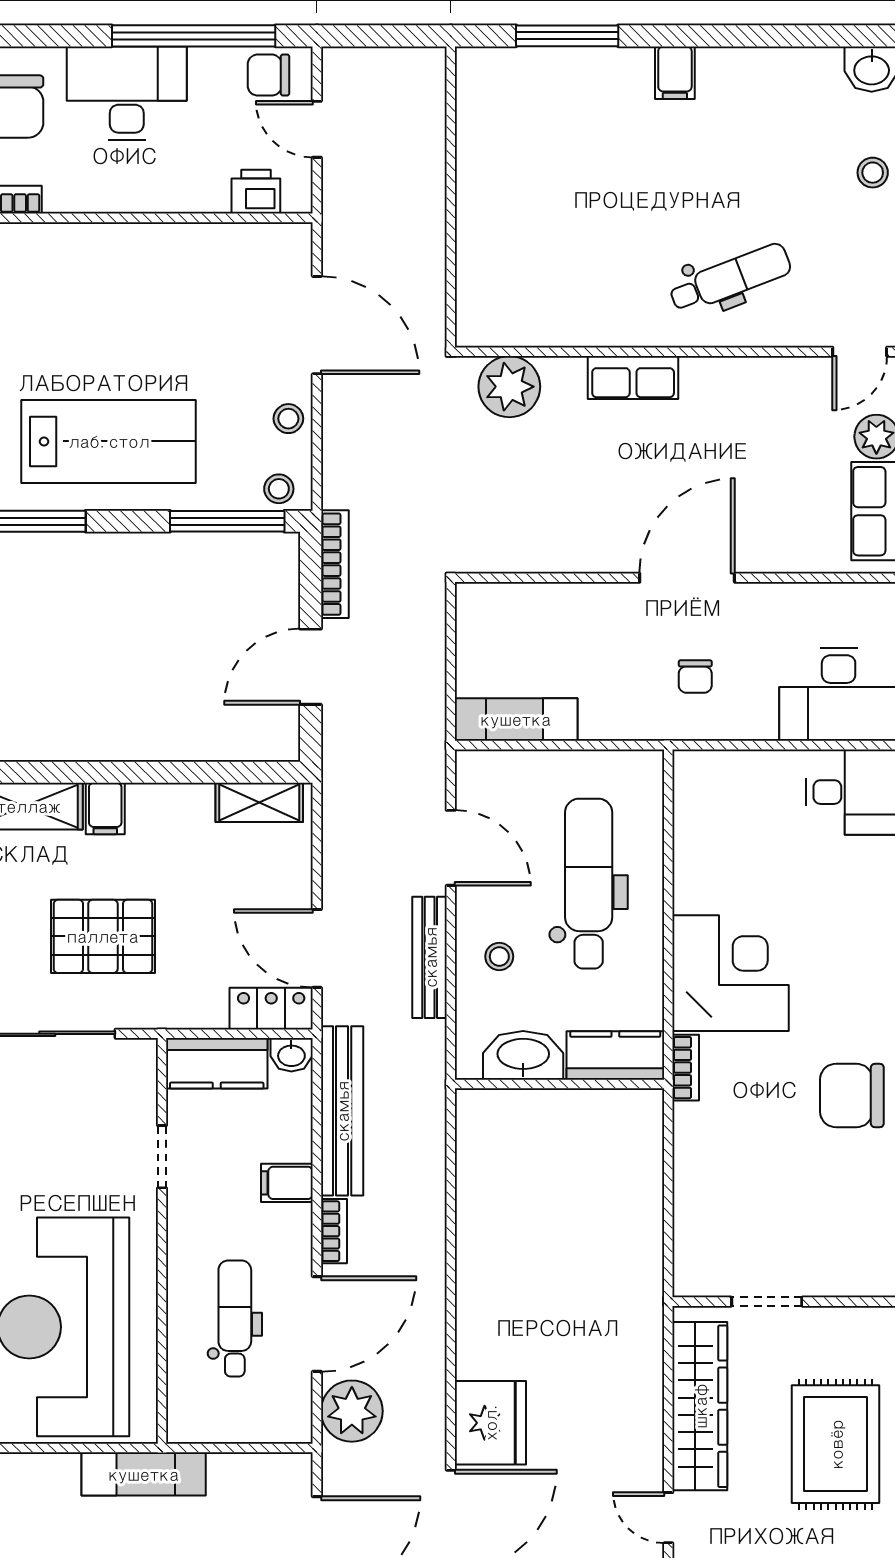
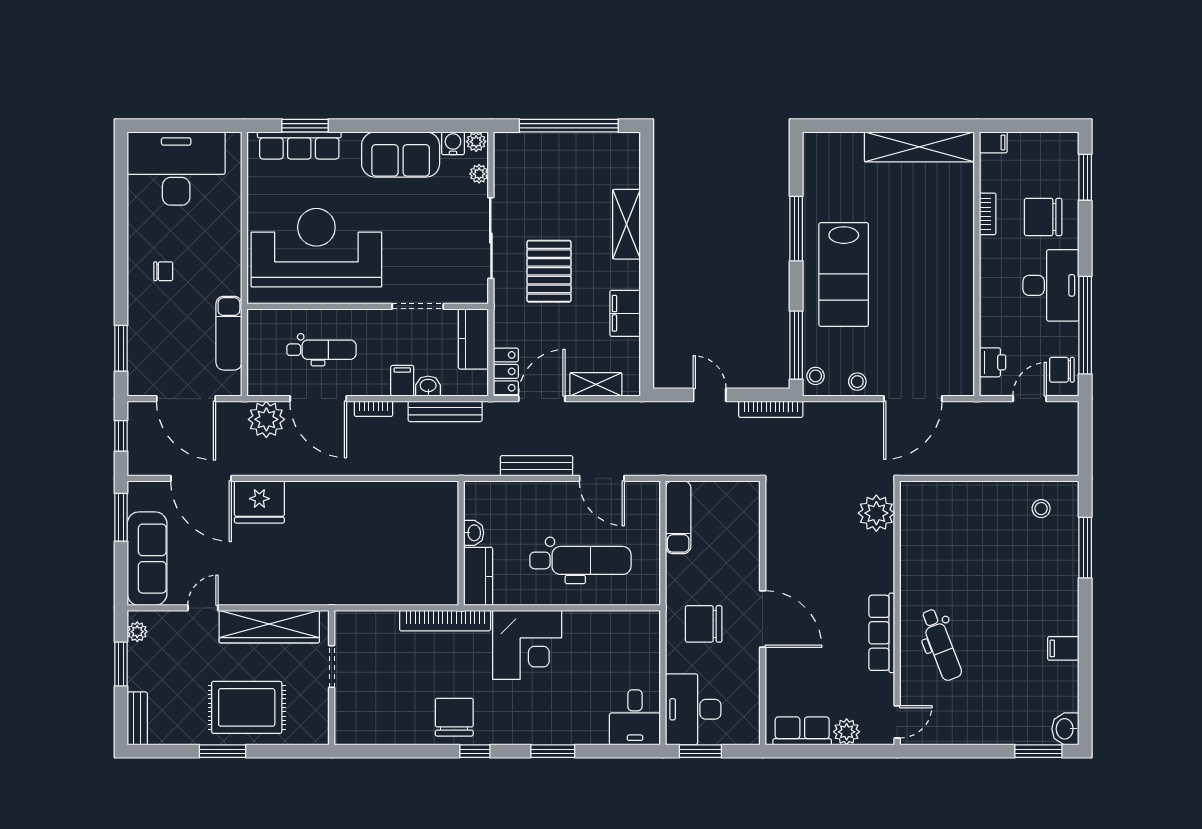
filing cabinet: (675, 73) -> (1063, 648), moved
chair: (268, 75) -> (1062, 370), turned -90
stool: (873, 173) -> (1041, 509), moved
door: (860, 352) -> (897, 722), swing flipped
row of seats: (633, 378) -> (882, 633), moved, width x1.48
door: (311, 667) -> (710, 395), width x0.73
chair: (695, 677) -> (704, 624), width x1.87, depth x1.87
shelving: (259, 802) -> (596, 384), moved, turned 90
filing cabinet: (105, 809) -> (625, 313), moved, width x2.00
door: (451, 848) -> (602, 478), hinge flipped
stool: (499, 957) -> (537, 507), removed
washbasin: (291, 1055) -> (428, 386), moved, turned 90
washbasin: (523, 1055) -> (474, 533), width x0.52, depth x0.69
bookcase: (686, 1068) -> (445, 621), width x2.31, depth x1.31
bench: (342, 1111) -> (445, 411), width x0.73, depth x0.82
doorway: (162, 1157) -> (418, 306), width x1.38
exam couch: (144, 1474) -> (229, 333), moved

